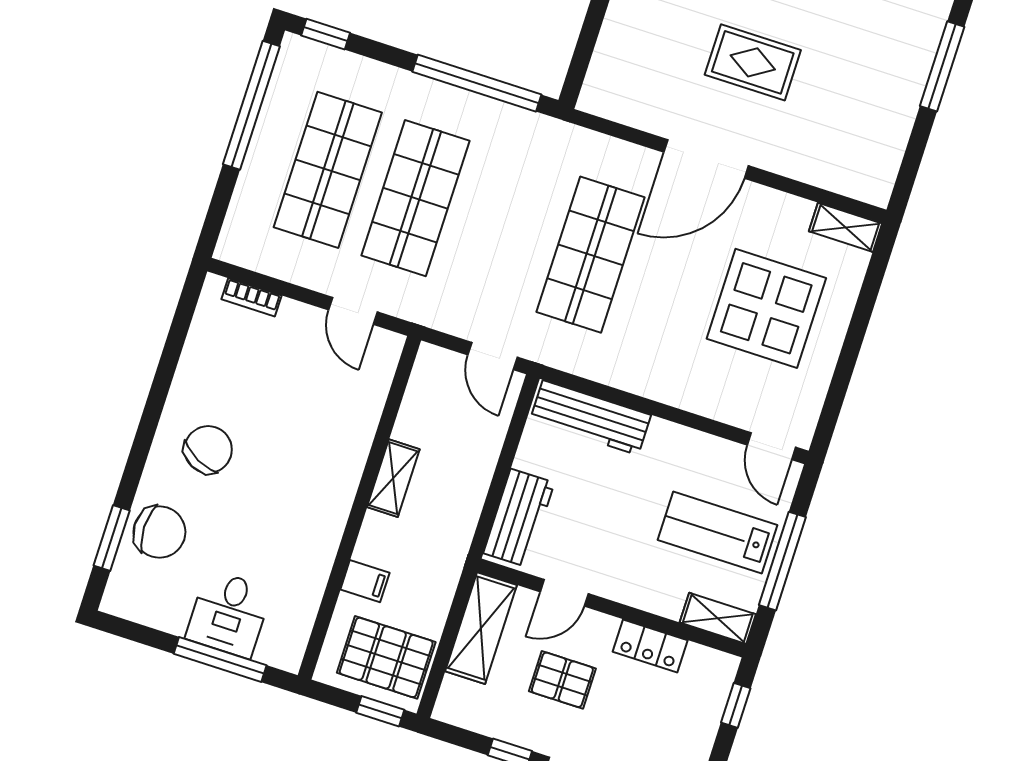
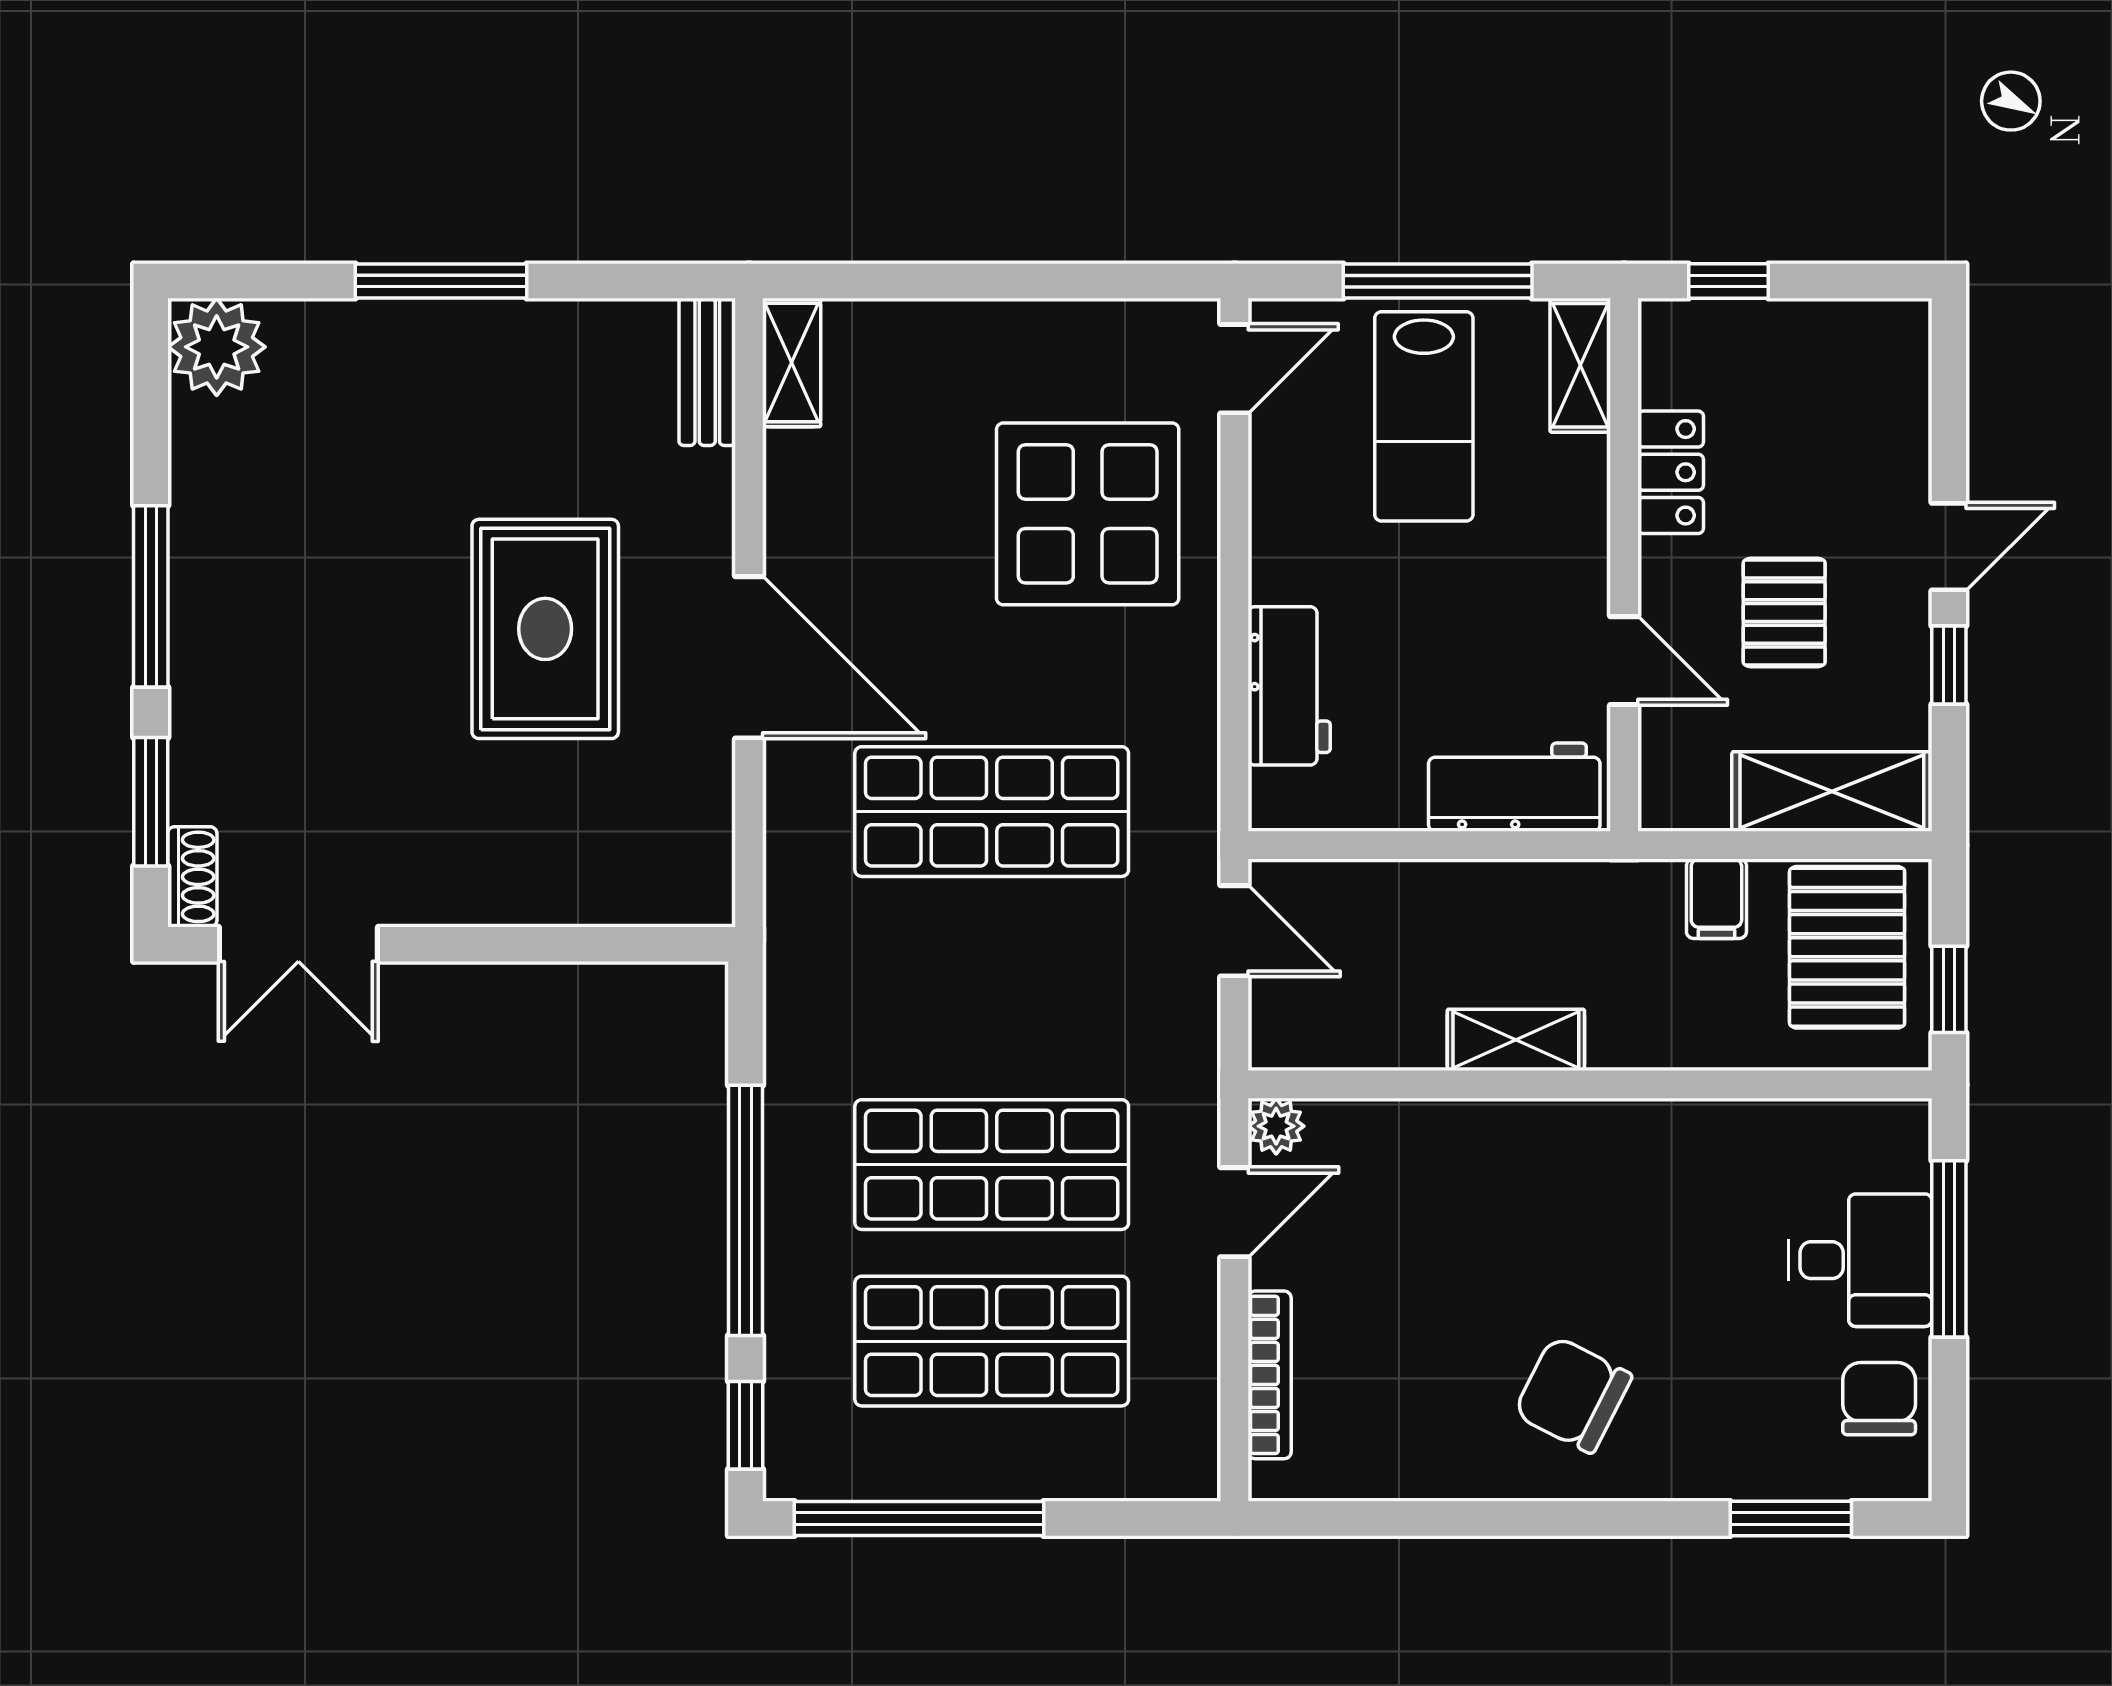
rug: (753, 62) -> (545, 629), width x1.36, depth x1.43
window: (477, 83) -> (746, 1210), moved
bench: (854, 184) -> (707, 372), added
bookcase: (252, 297) -> (1270, 1375), width x1.56
display table: (766, 308) -> (1088, 514), moved
plant: (389, 345) -> (1276, 1126), added
door: (492, 356) -> (1234, 931), hinge flipped
workbench: (591, 418) -> (1289, 686), width x0.73
chair: (159, 532) -> (1879, 1399), moved, width x0.73, depth x0.73
filing cabinet: (365, 581) -> (1716, 899), moved, turned 180
shelving: (481, 628) -> (1832, 791), moved
window: (380, 711) -> (1949, 989), moved

